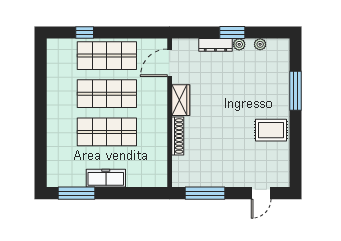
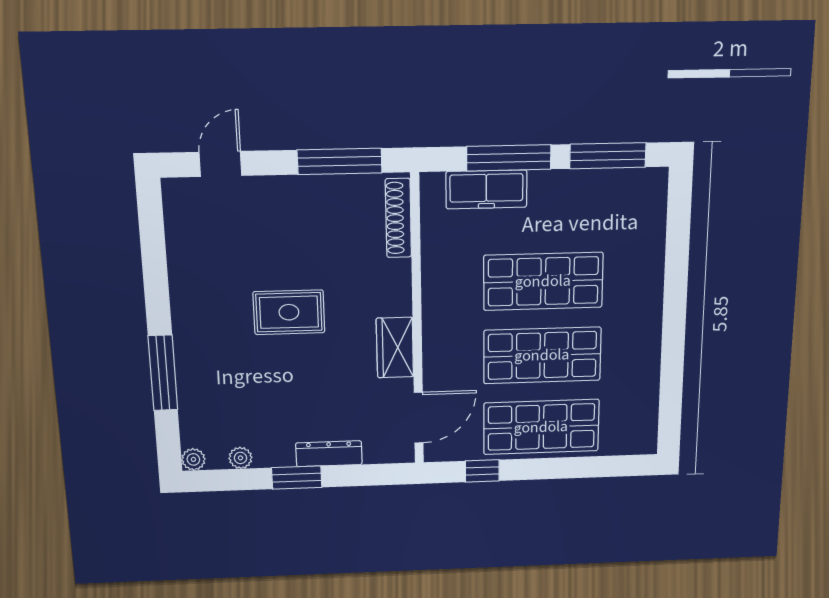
window: (85, 33) -> (482, 471), moved
plant: (239, 44) -> (193, 459), moved
rug: (271, 130) -> (289, 312), moved
shoe rack: (178, 136) -> (398, 218), moved
freezer: (106, 178) -> (486, 189), moved
window: (124, 193) -> (509, 158), added

